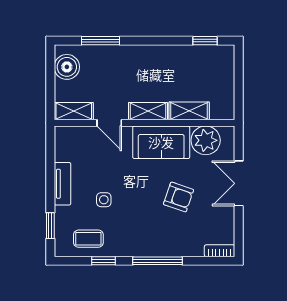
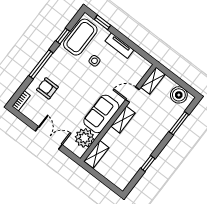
window: (205, 41) -> (148, 163), moved
shelving: (189, 111) -> (96, 154), moved
armchair: (179, 197) -> (47, 88), moved, turned 71
coffee table: (88, 239) -> (80, 37), width x1.86, depth x1.72

